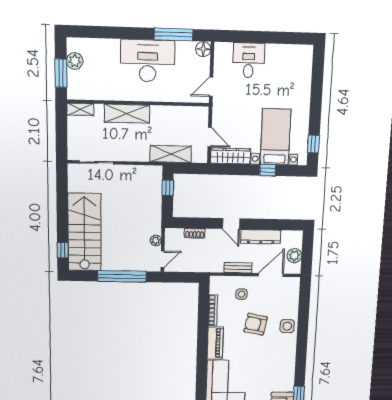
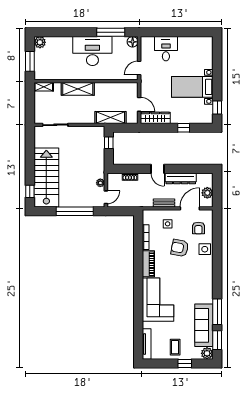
plant: (75, 61) -> (40, 42), moved
bed with nightstands: (275, 137) -> (192, 87), moved, turned -90
armchair: (280, 300) -> (198, 228), added

